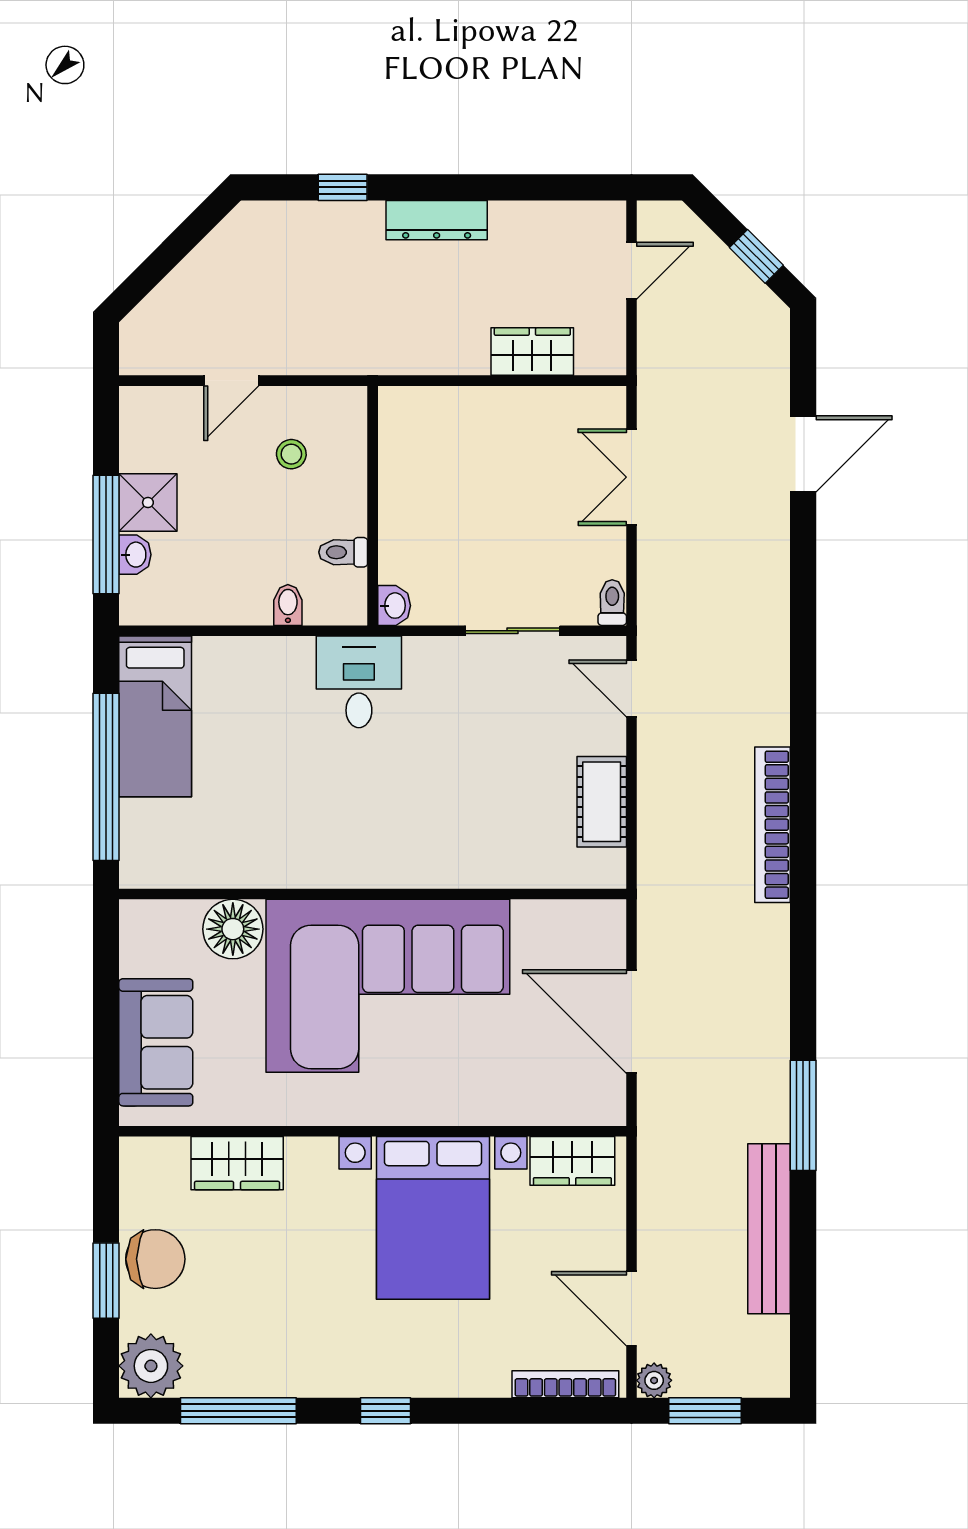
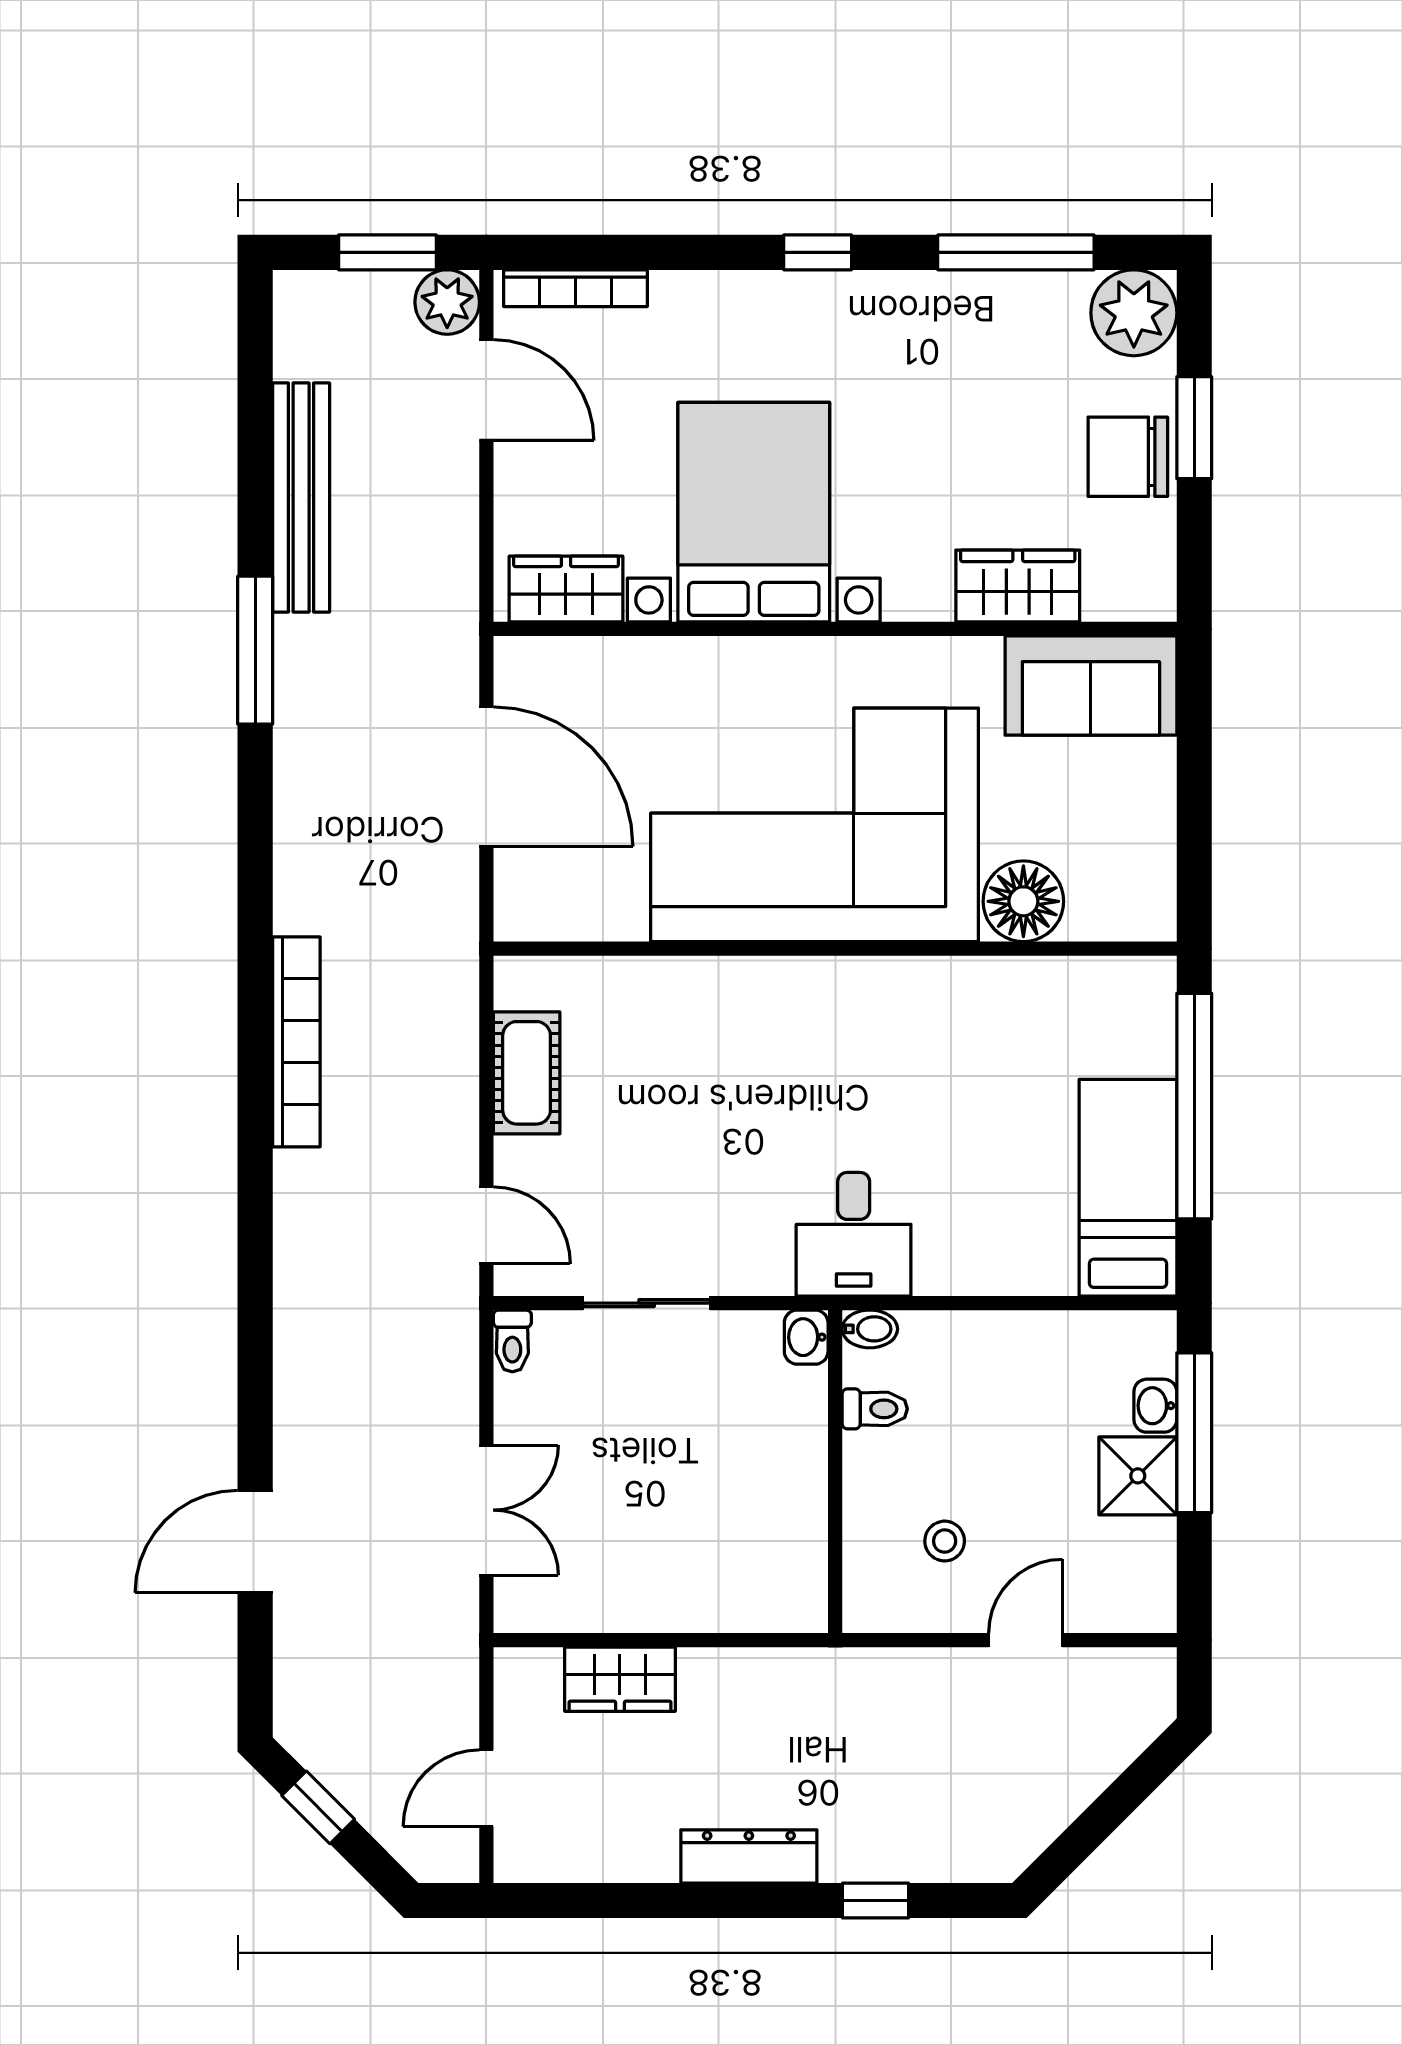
bidet: (288, 605) -> (870, 1329), moved, turned -90
sofa: (156, 1042) -> (1091, 686), moved, turned -90
plant: (654, 1380) -> (447, 302), width x1.38, depth x1.38

